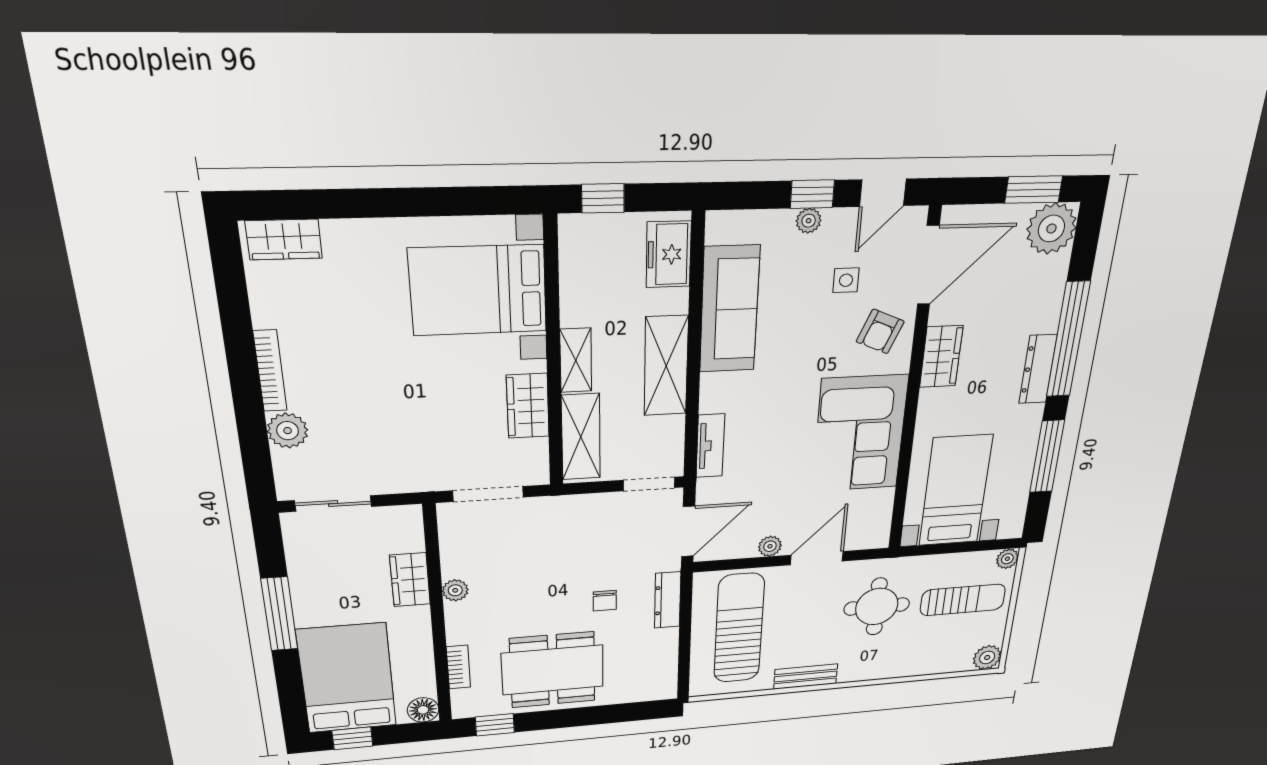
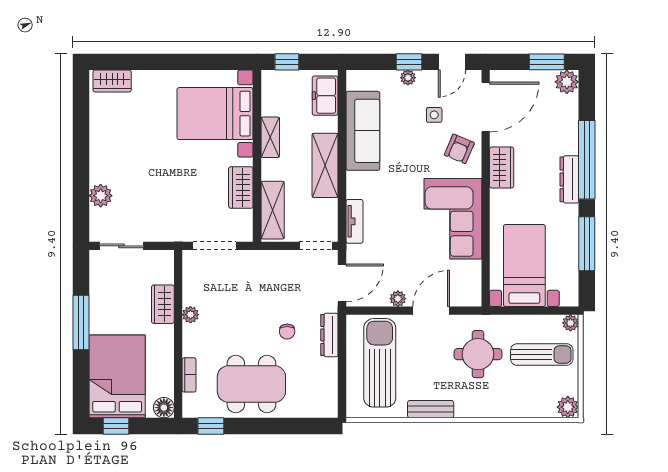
plant: (1051, 228) -> (567, 82), width x0.73, depth x0.73
shelving: (576, 360) -> (270, 137), moved
bookcase: (270, 371) -> (96, 158), removed

